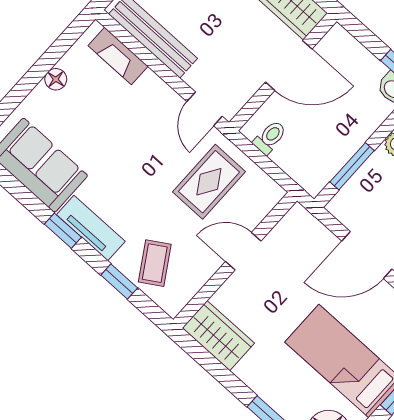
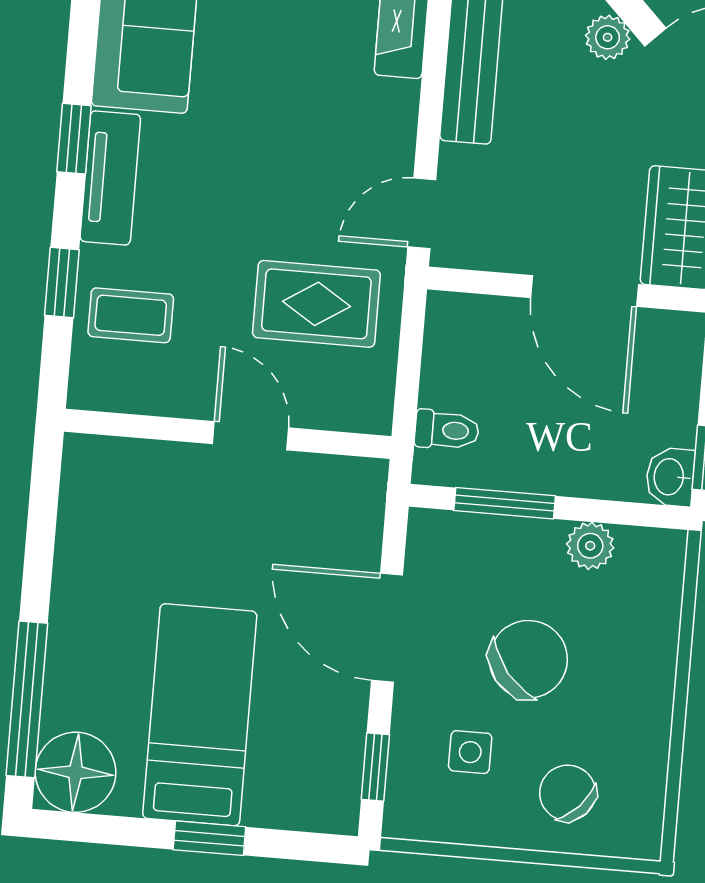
toilet: (270, 137) -> (447, 430), moved
coffee table: (155, 263) -> (131, 315), turned 32
wardrobe: (218, 336) -> (94, 495), removed

